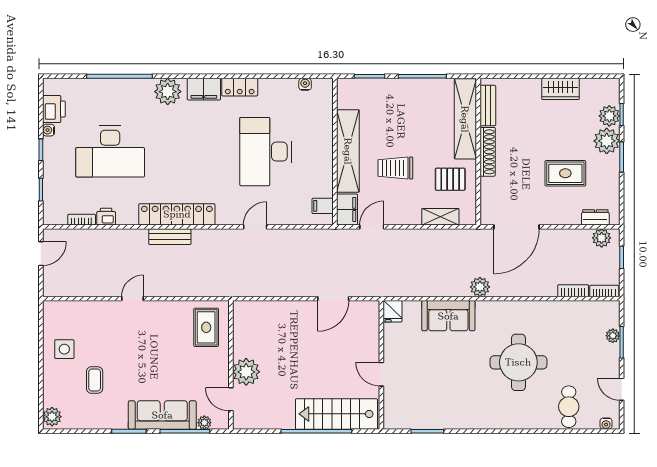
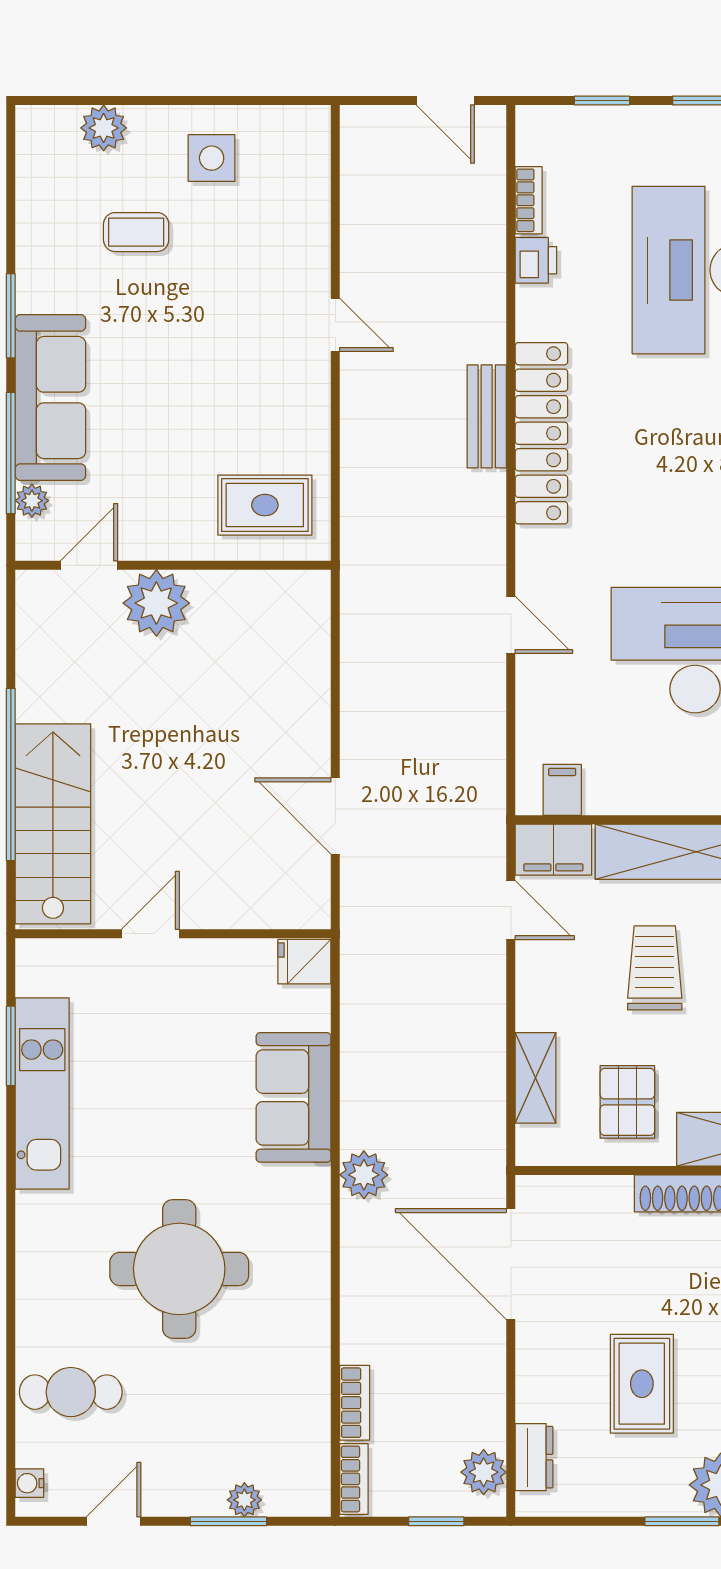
plant: (52, 417) -> (104, 128), moved
kitchen unit: (447, 418) -> (42, 1094), added

